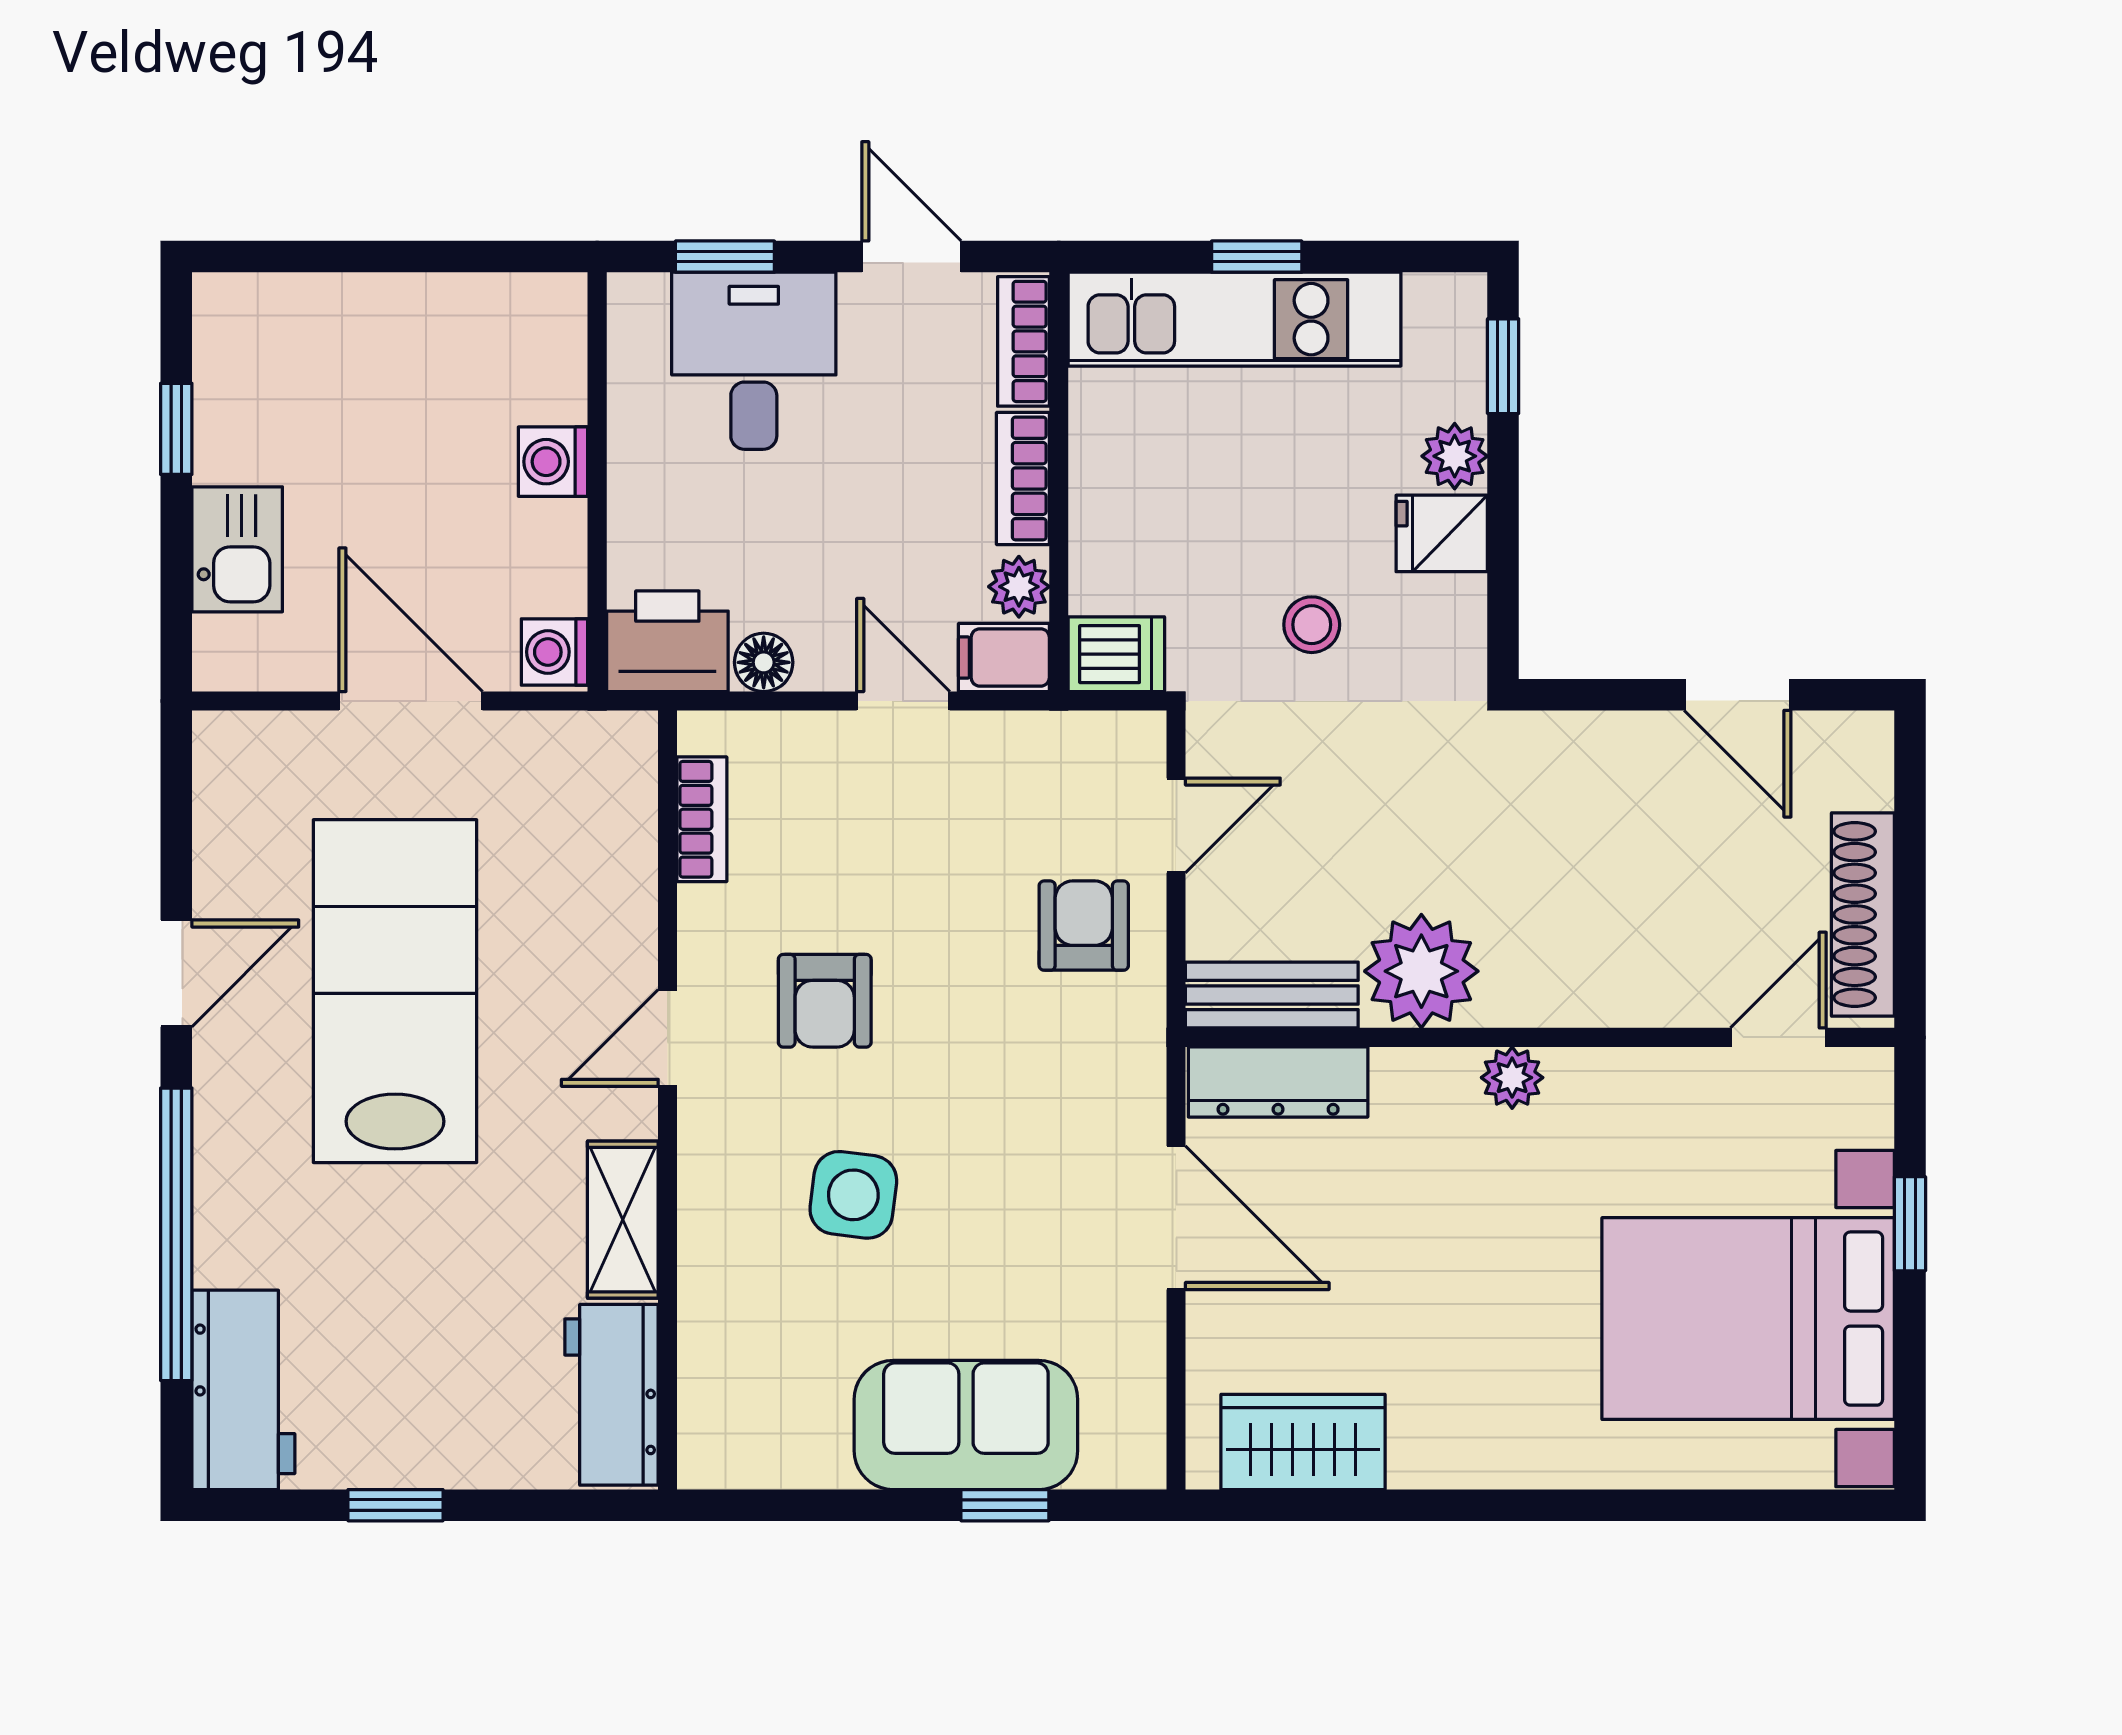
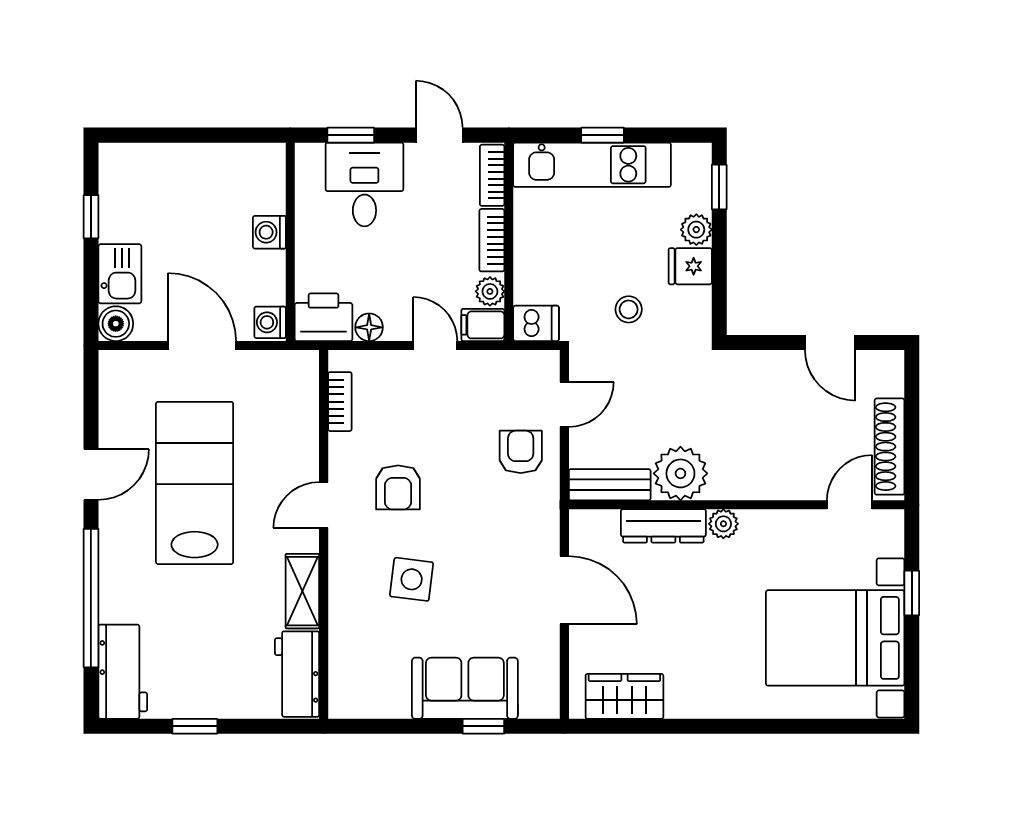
boiler: (229, 655) -> (116, 324), added
dresser: (1278, 1082) -> (663, 526), moved

